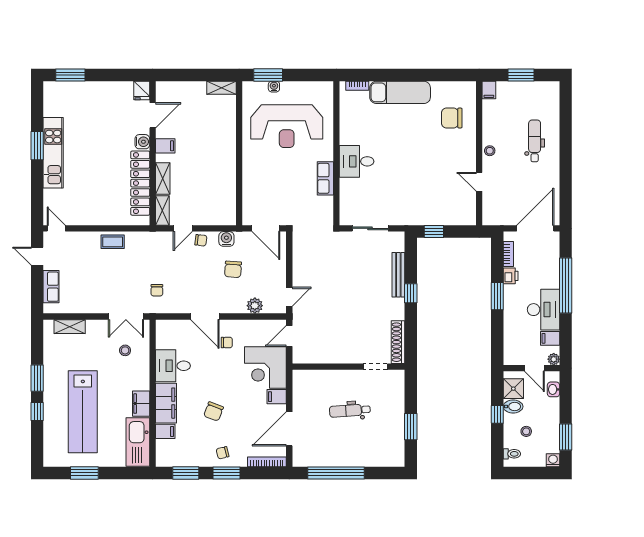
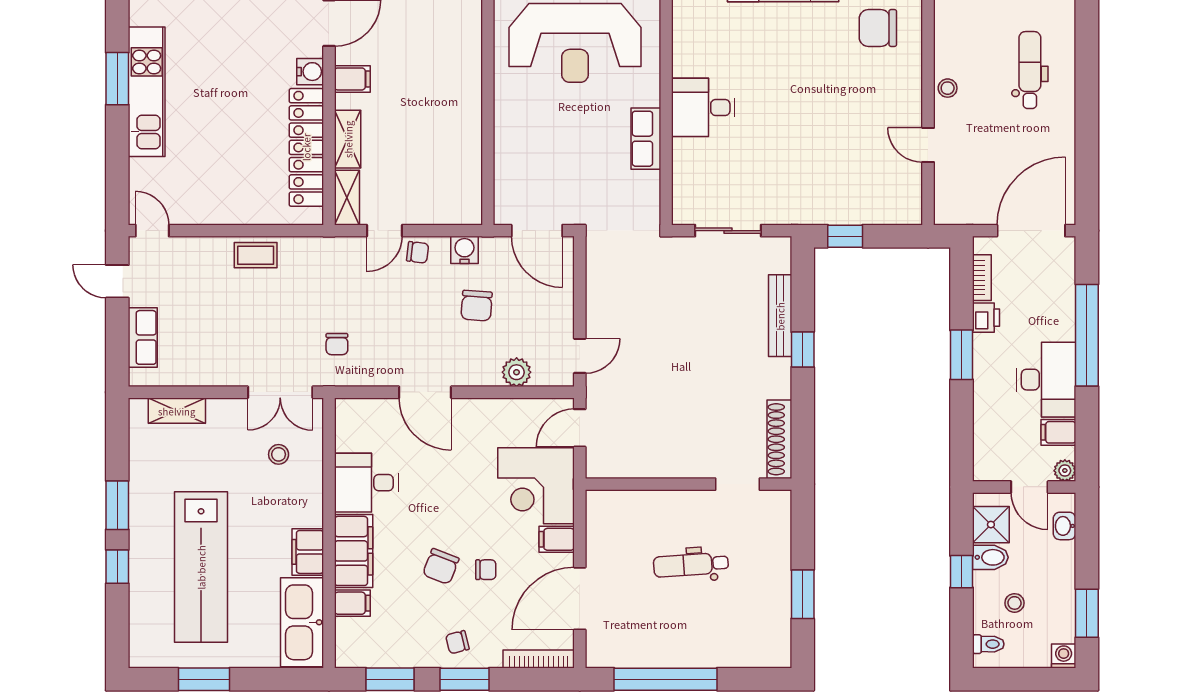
chair: (227, 343) -> (486, 570), moved

